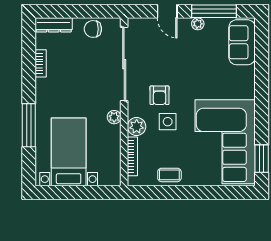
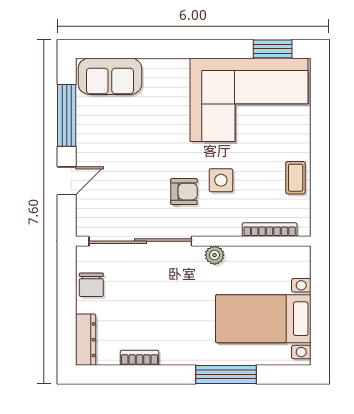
plant: (198, 24) -> (84, 138), removed
plant: (137, 127) -> (228, 224), removed

